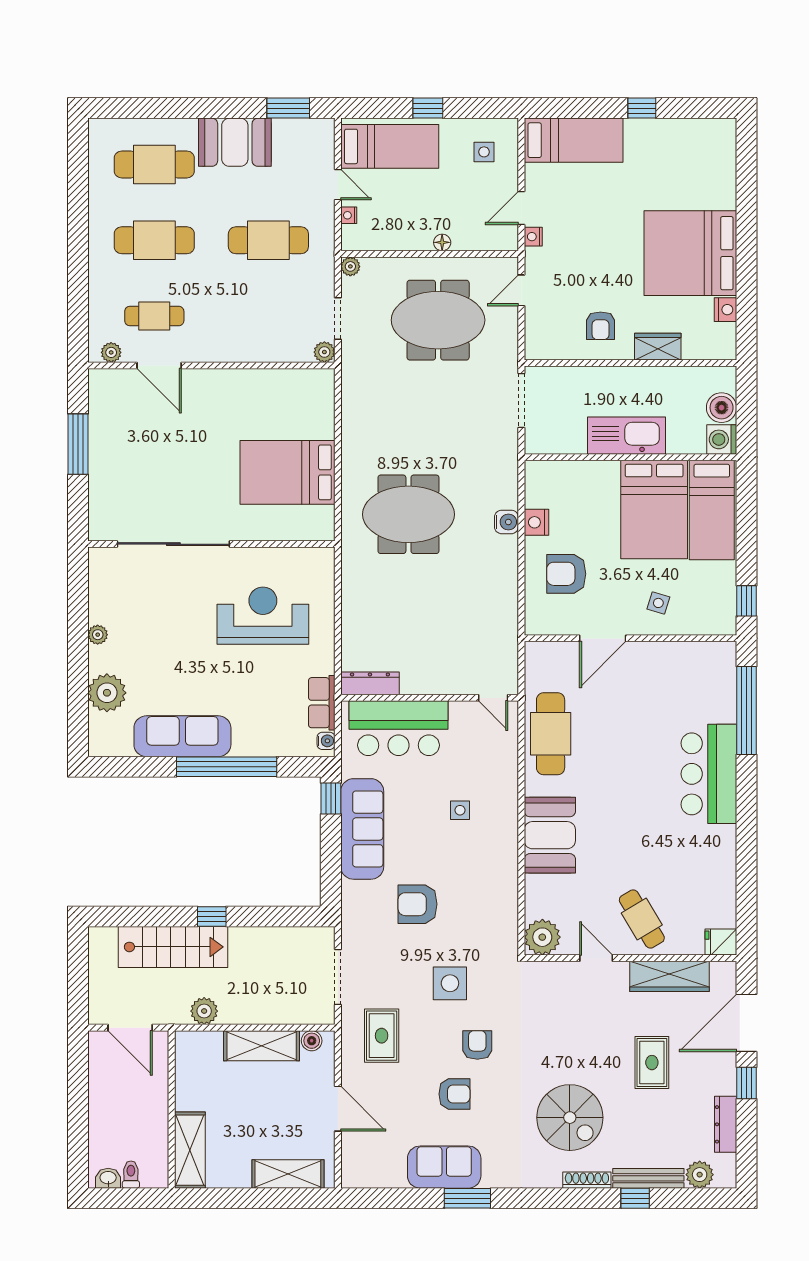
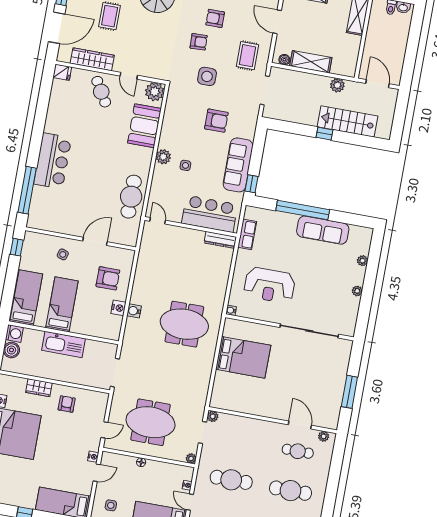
bed: (654, 509) -> (62, 304), width x0.67
plant: (107, 693) -> (363, 261), width x0.53, depth x0.53
water cooler: (326, 741) -> (231, 310), moved
plant: (504, 819) -> (163, 157), added
booth: (550, 835) -> (144, 126), moved
armchair: (477, 1045) -> (199, 42), turned -92

